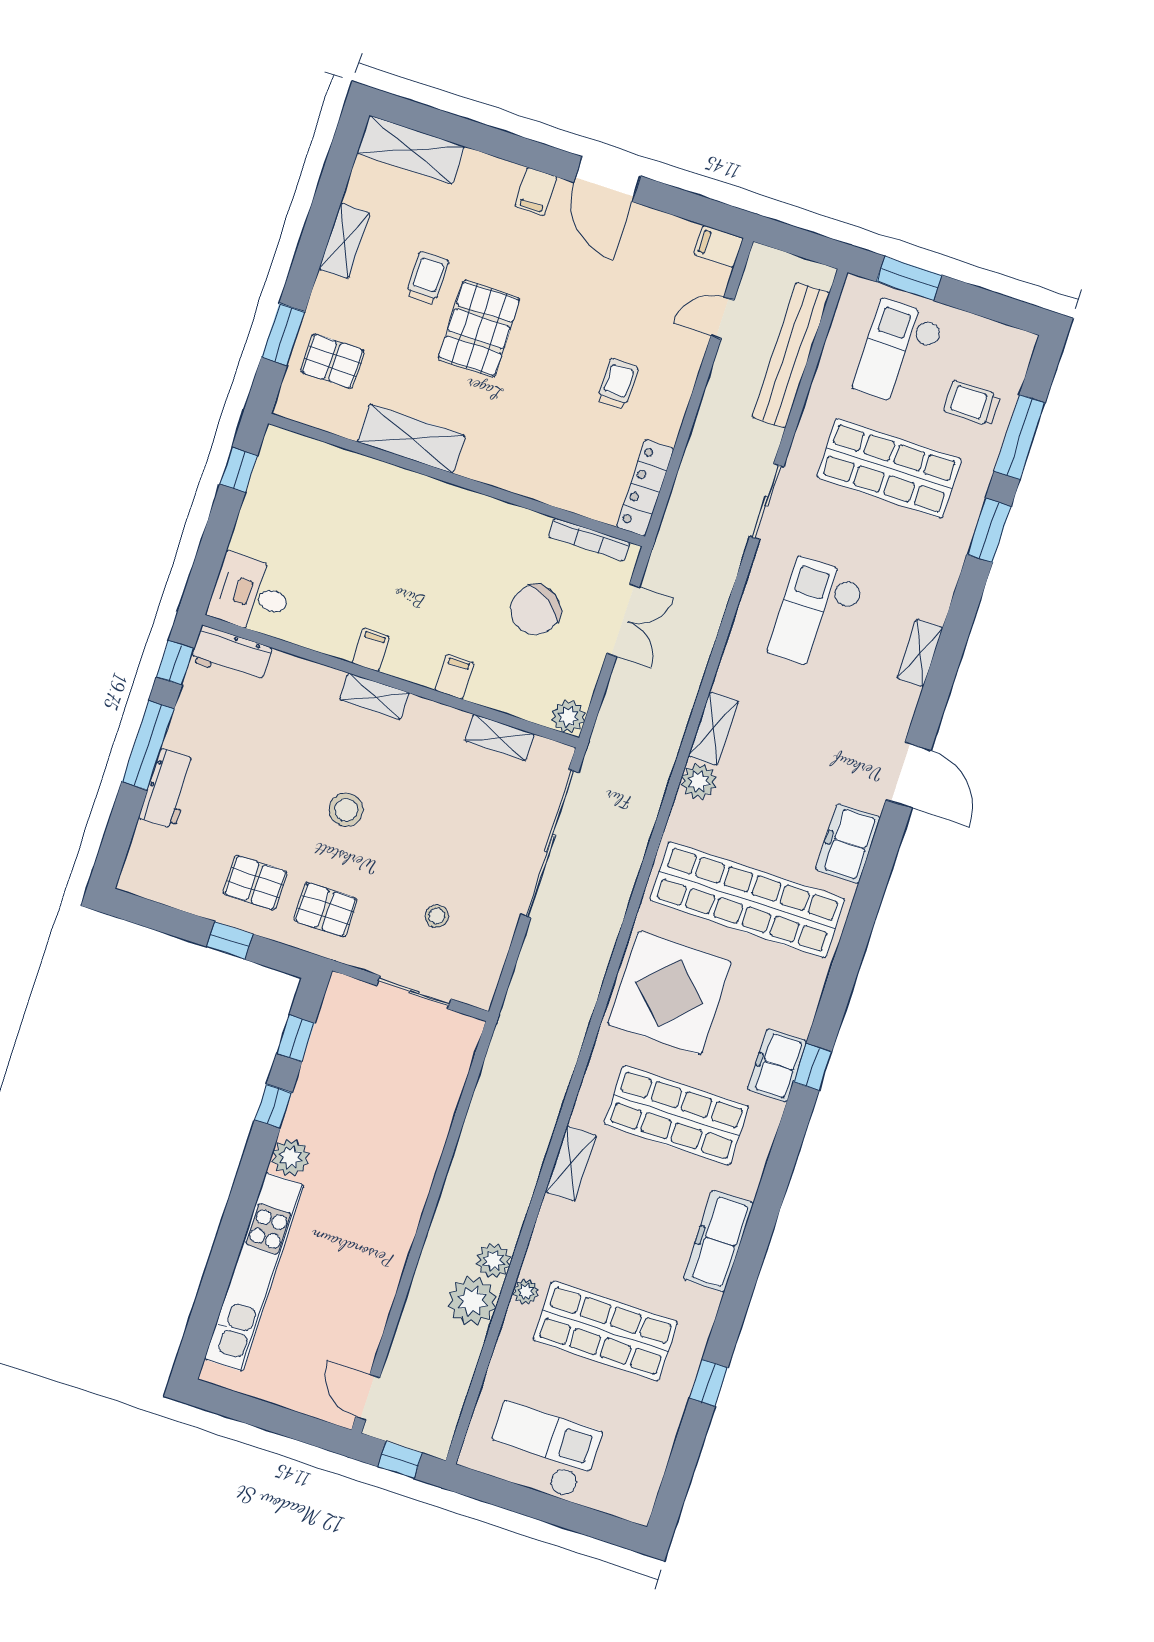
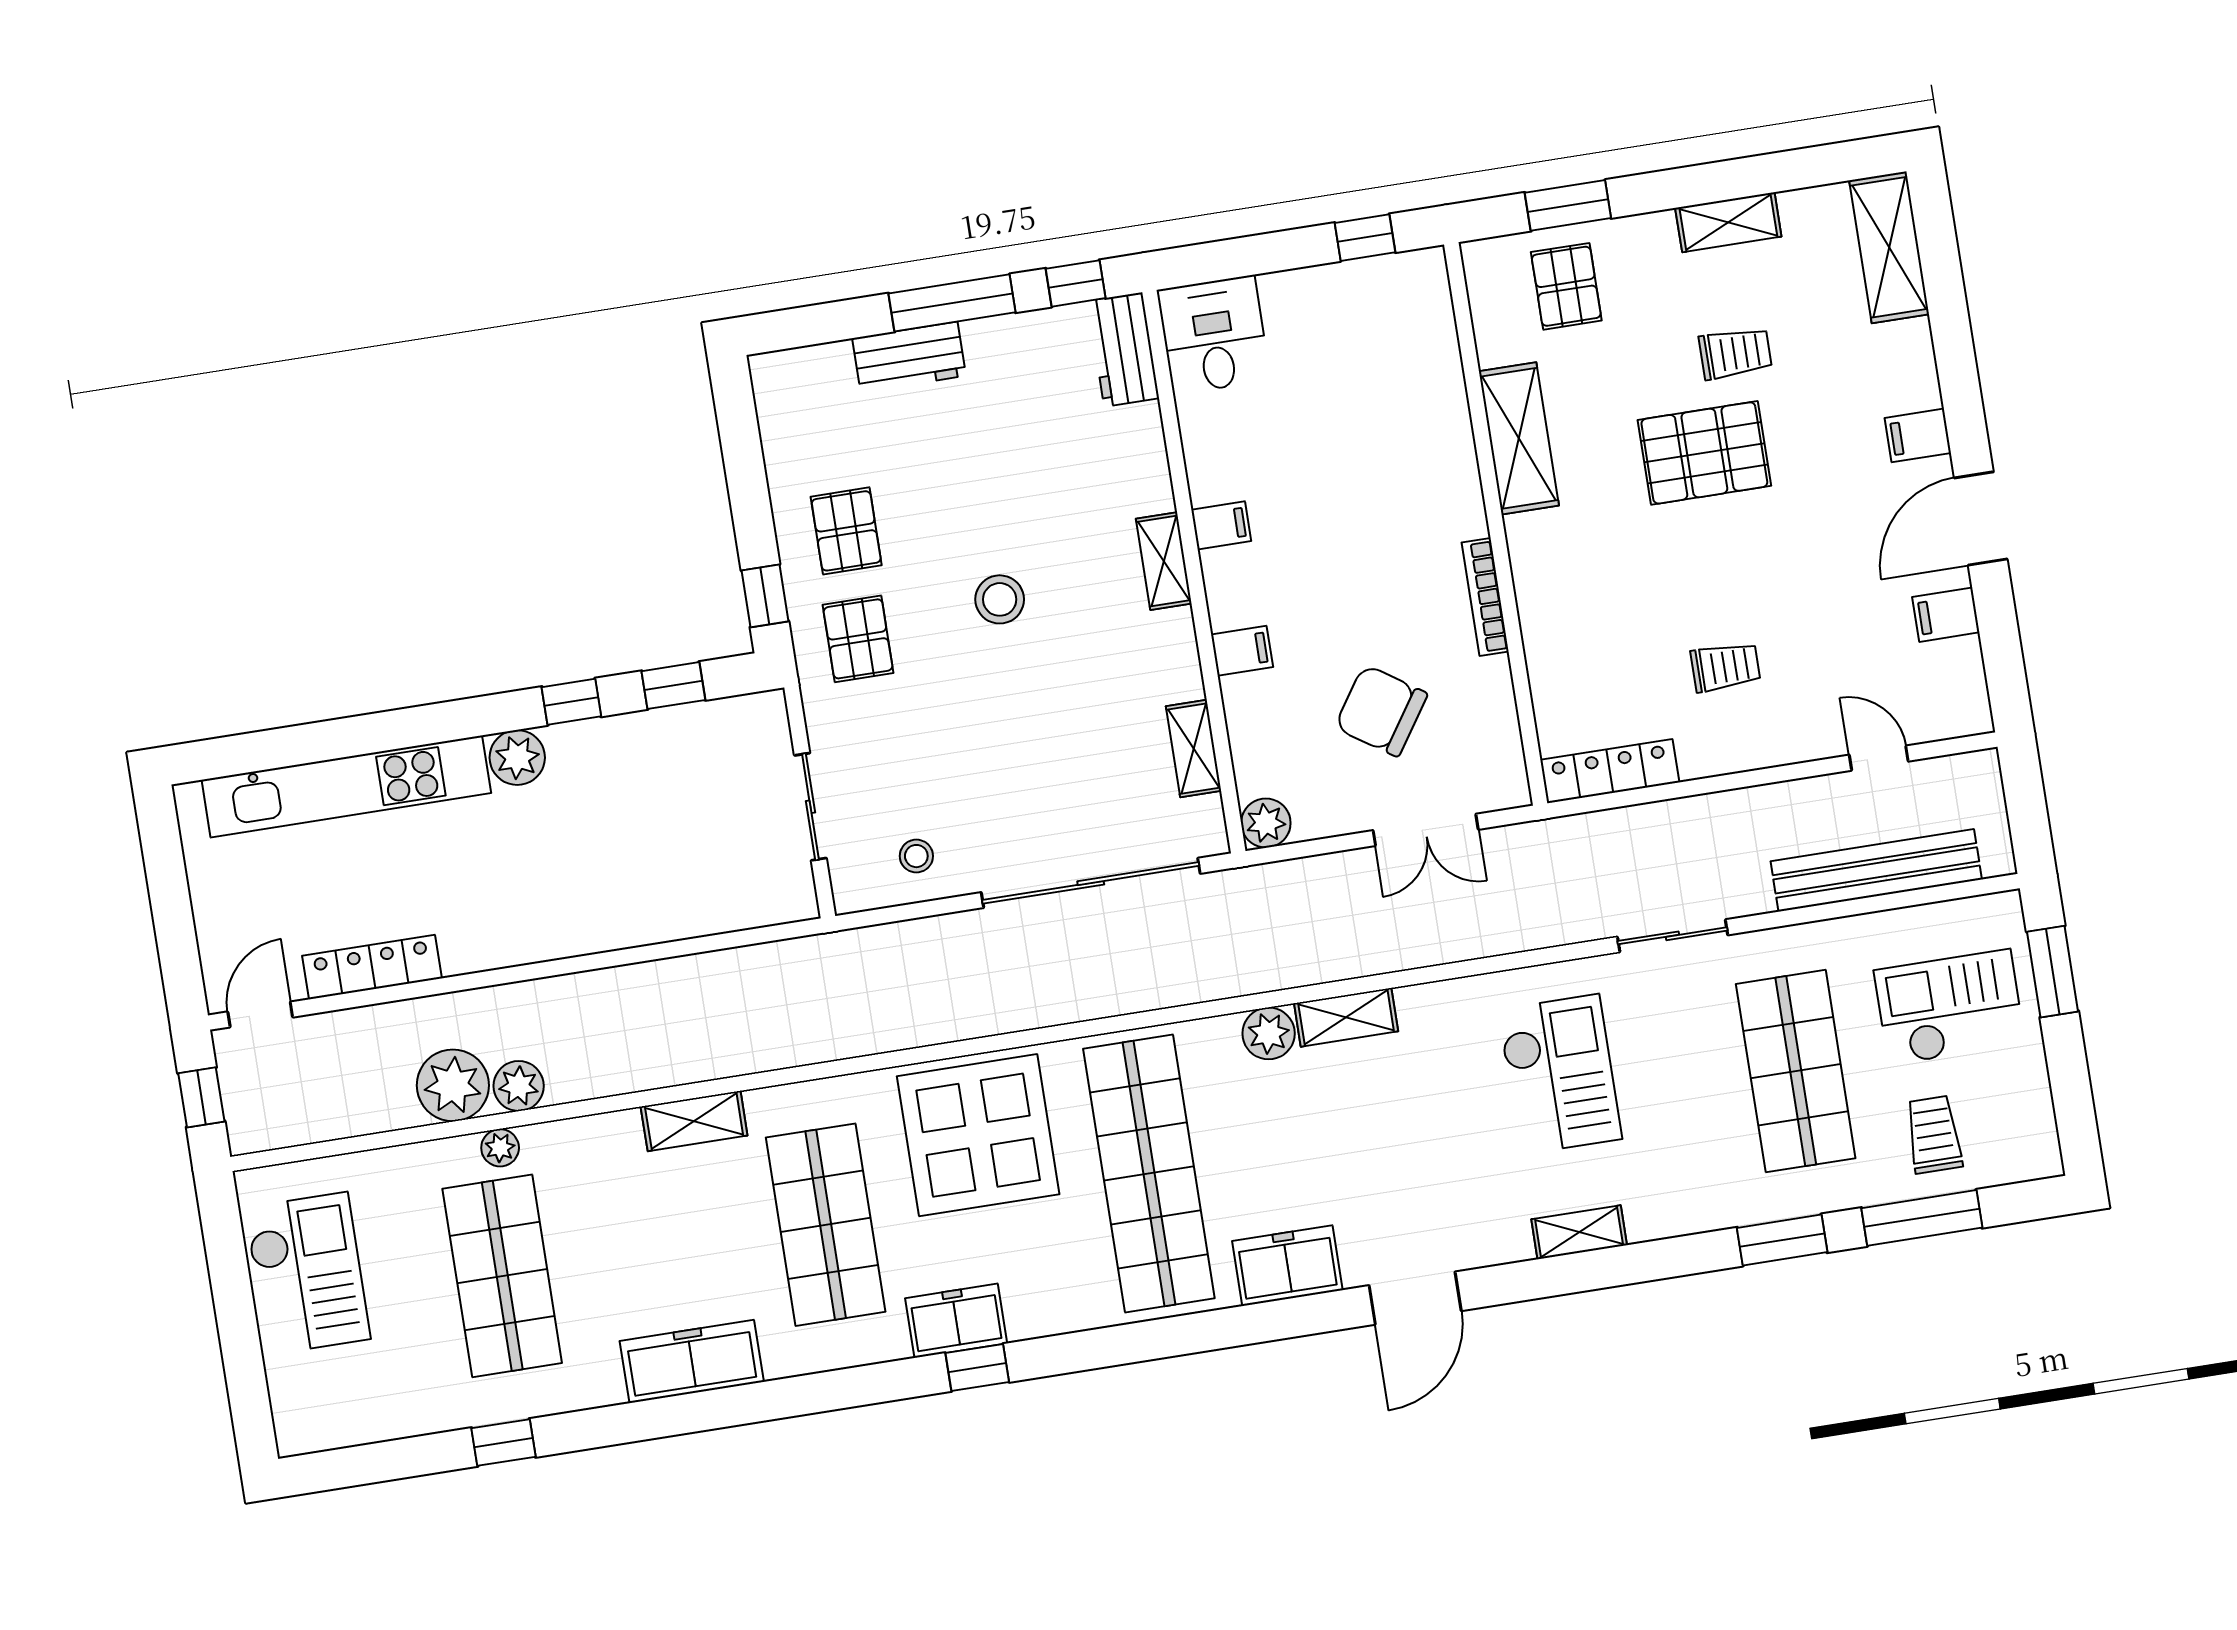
filing cabinet: (719, 246) -> (1946, 615), moved, turned -90
bookcase: (589, 540) -> (1485, 597), moved
checkout: (816, 615) -> (1560, 1074), turned 90
stool: (437, 916) -> (916, 856), moved
window: (230, 940) -> (765, 596), moved
locker: (374, 1313) -> (372, 967), added

